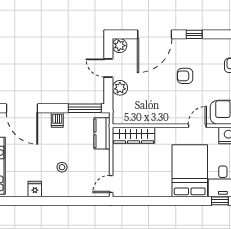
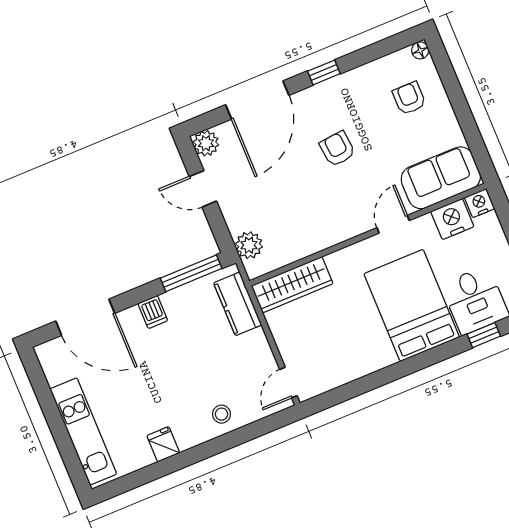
armchair: (185, 76) -> (337, 149), turned 84
plant: (120, 88) -> (249, 245), moved
stool: (62, 167) -> (221, 414), moved

